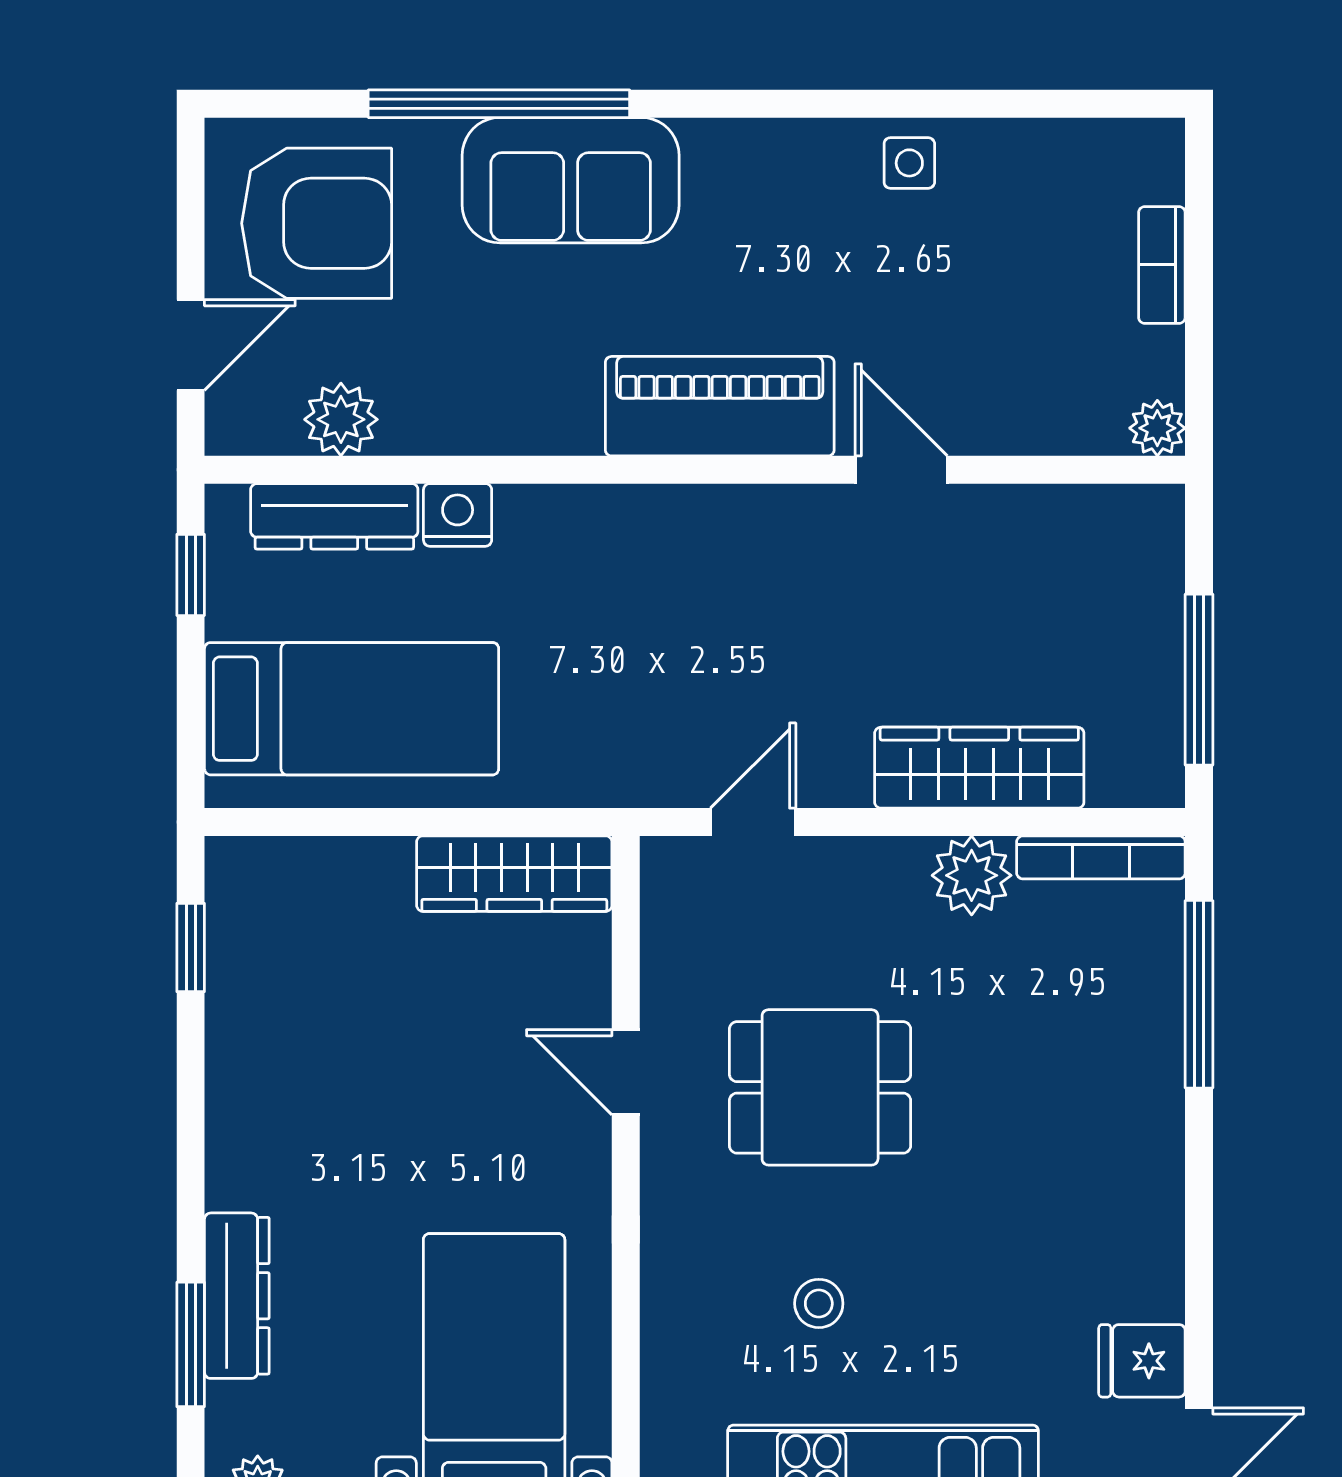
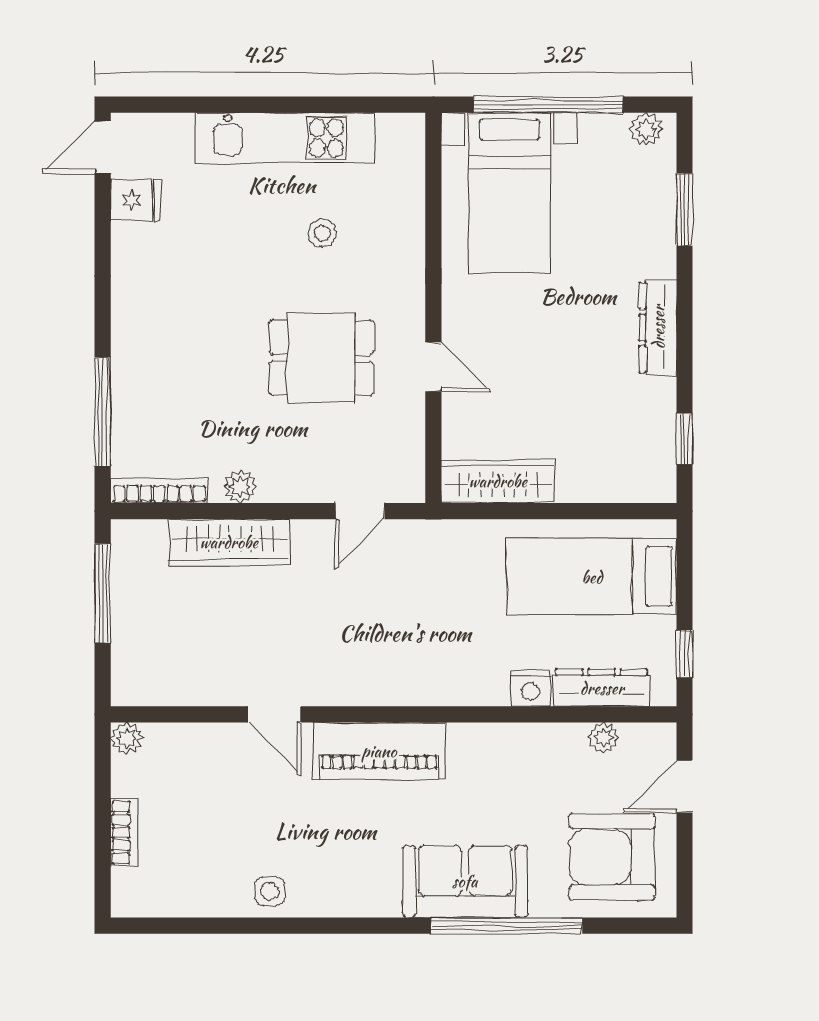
plant: (341, 419) -> (604, 738), width x0.73, depth x0.73
plant: (972, 875) -> (240, 487), width x0.73, depth x0.73
dresser: (237, 1296) -> (658, 327), moved

